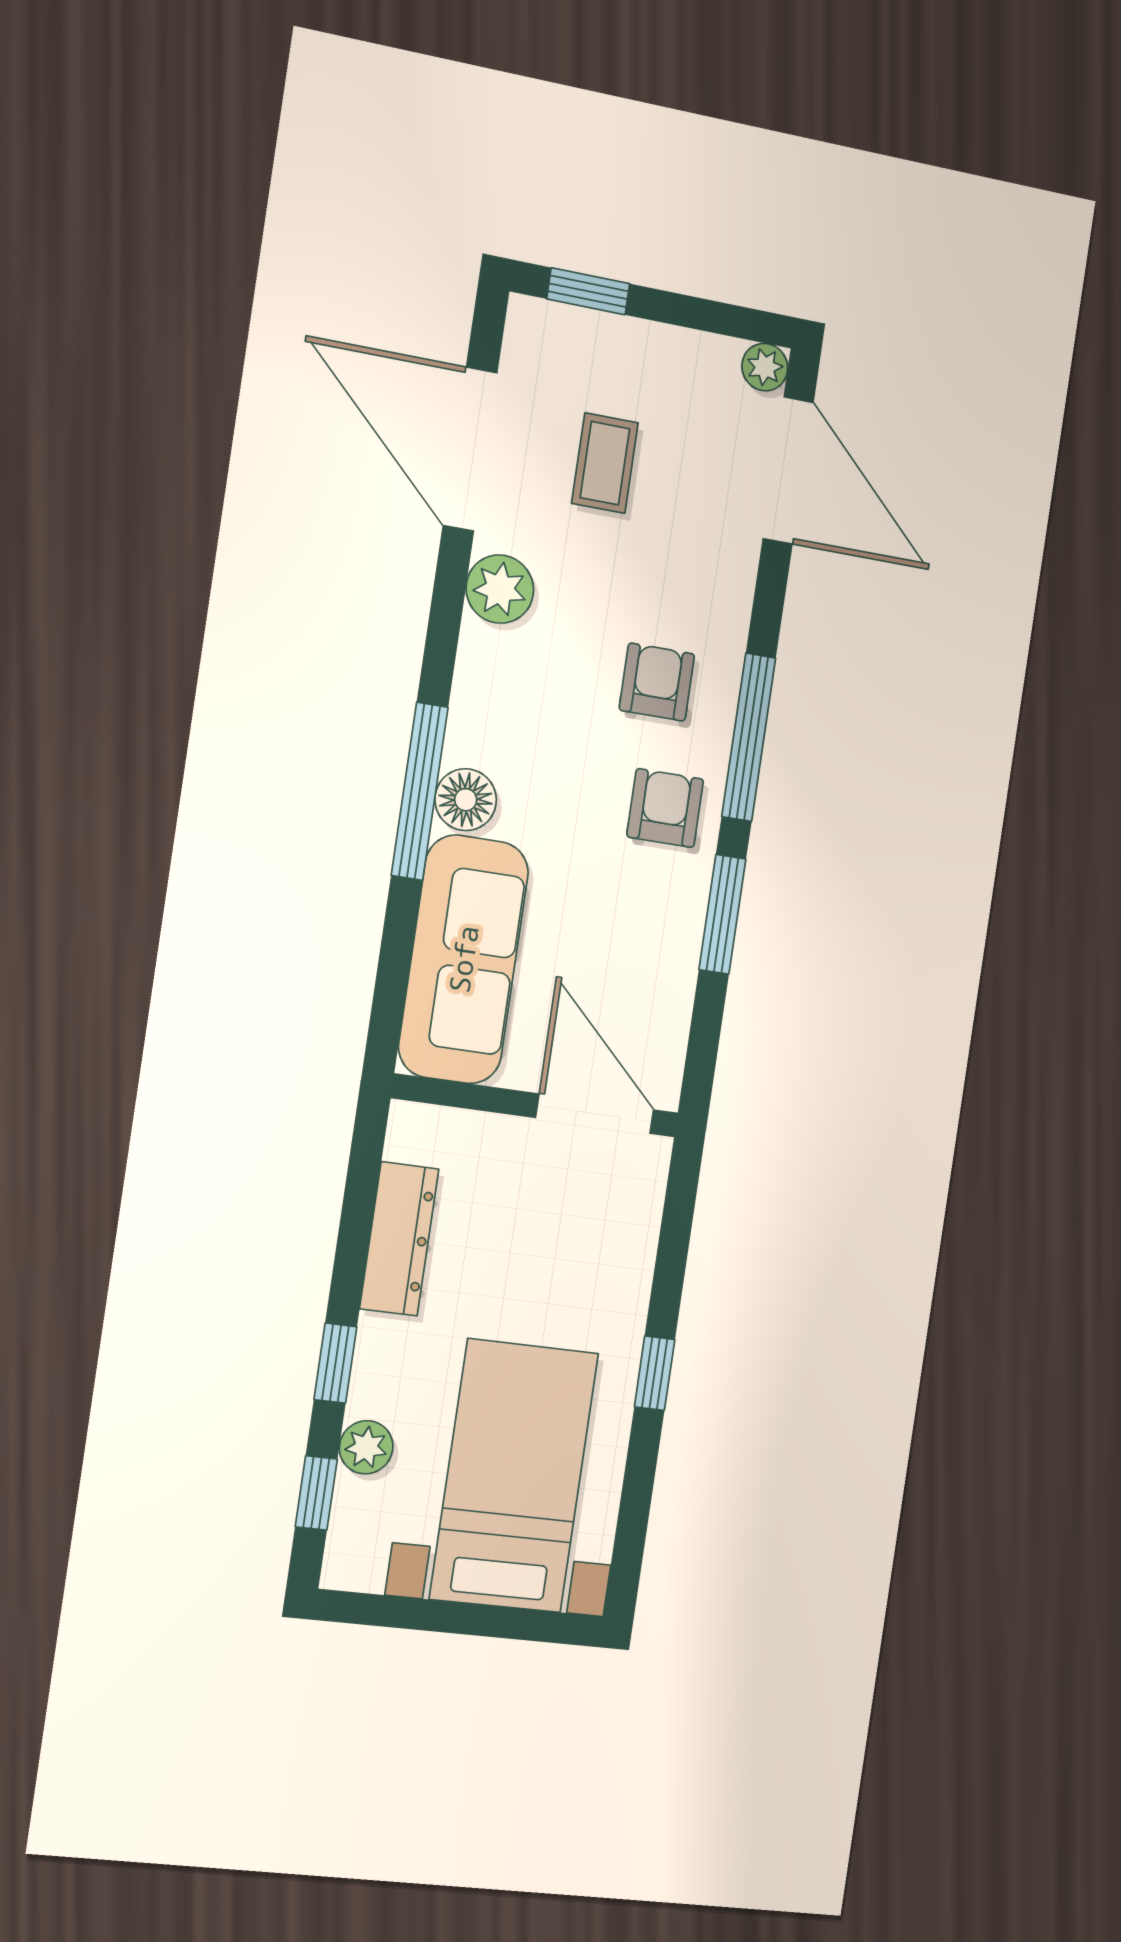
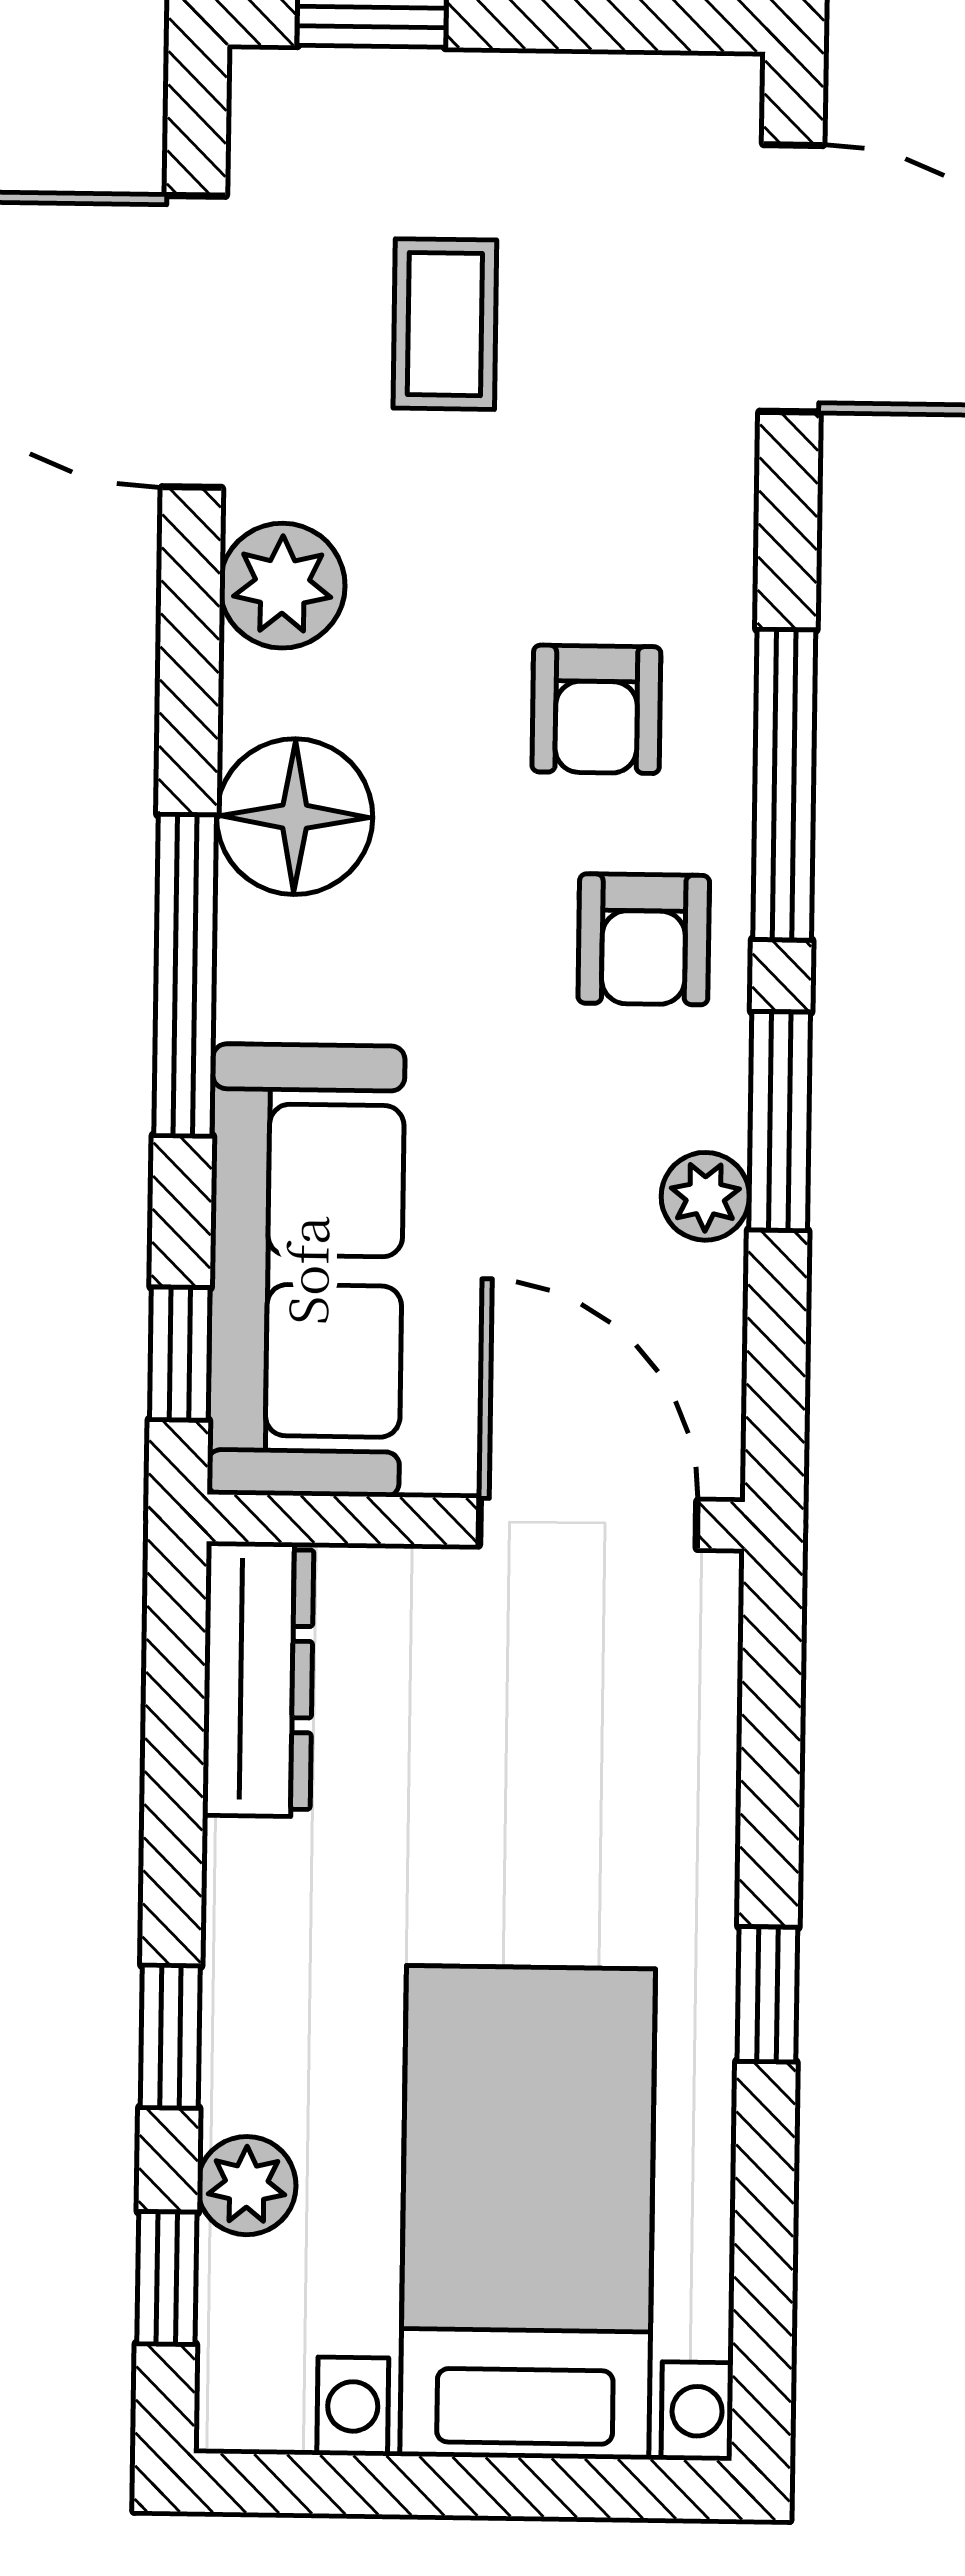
plant: (765, 367) -> (705, 1196), moved
armchair: (657, 682) -> (596, 709), turned 180
floor lamp: (466, 800) -> (295, 817), moved, width x1.38, depth x1.38
armchair: (665, 808) -> (644, 939), turned 180
window: (390, 995) -> (180, 1354), added
dresser: (399, 1239) -> (258, 1679), moved

